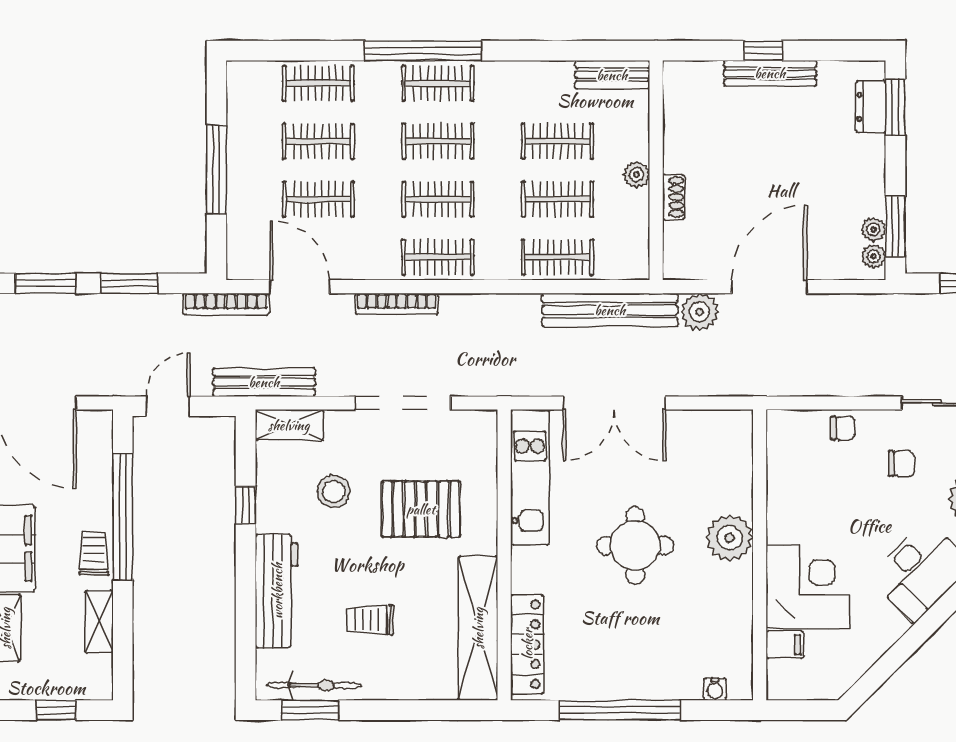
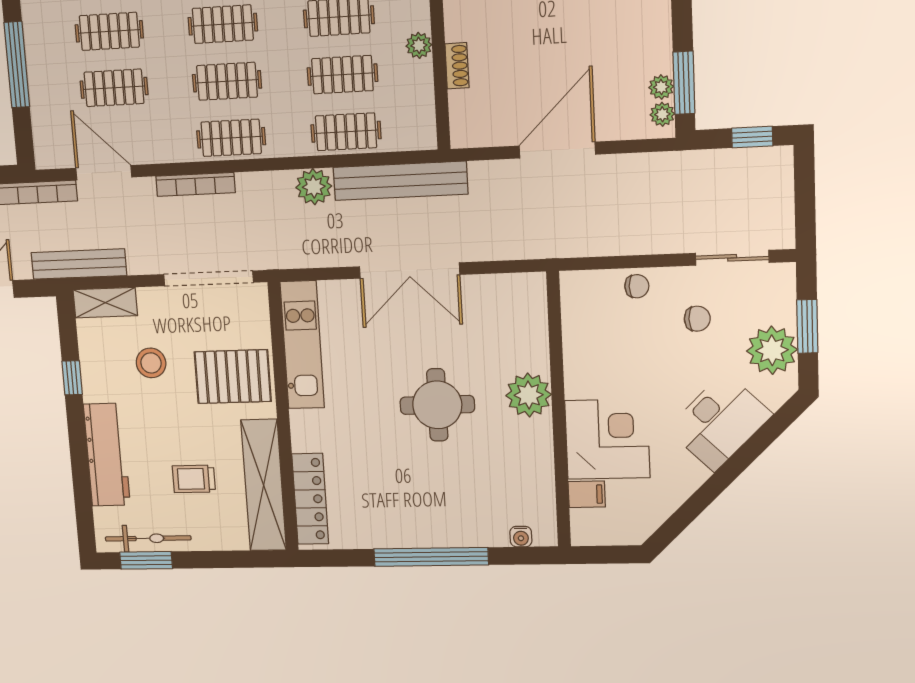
plant: (700, 312) -> (314, 187), moved
kitchen unit: (530, 477) -> (302, 345), moved
wall: (504, 555) -> (283, 418), moved
shelving: (478, 628) -> (264, 485), moved
locker: (527, 644) -> (310, 499), moved

